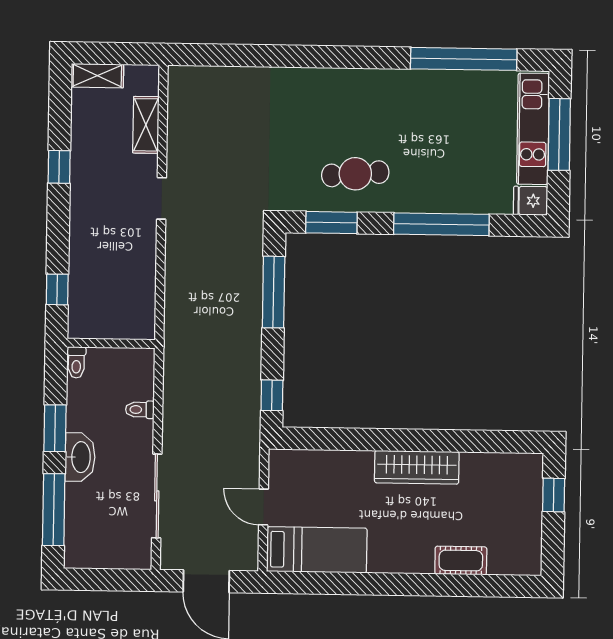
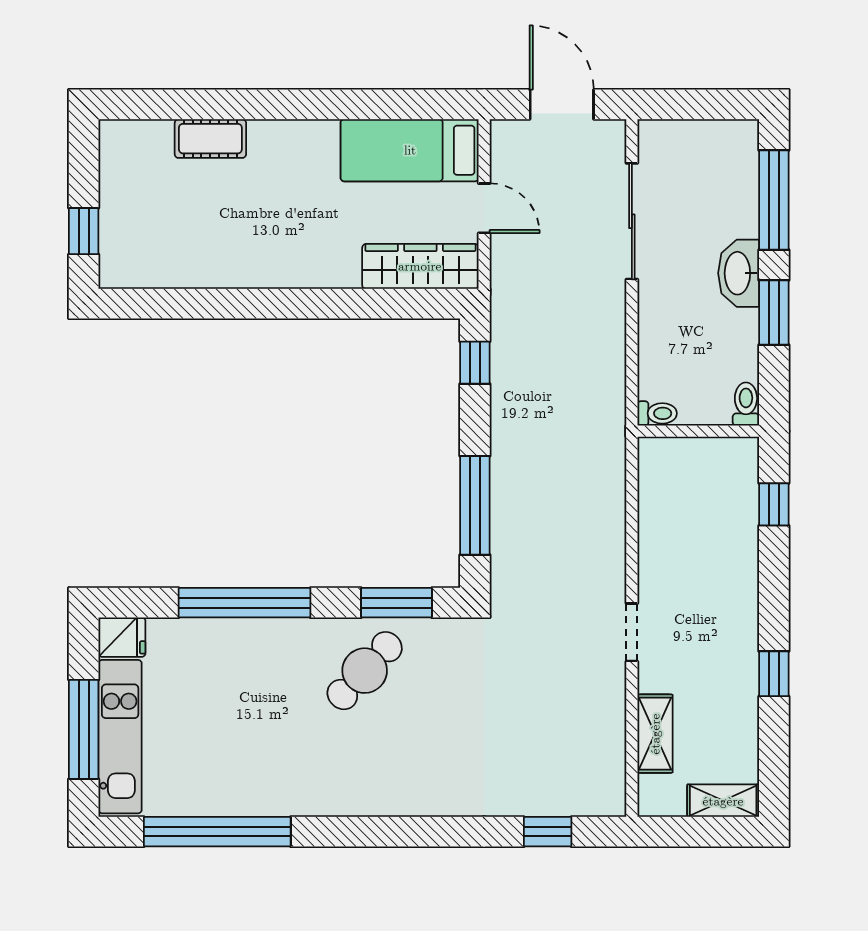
window: (225, 55) -> (548, 832), added
cafe table: (355, 174) -> (365, 671), turned -42
toilet: (140, 410) -> (657, 413), moved
wardrobe: (417, 467) -> (420, 266), moved

